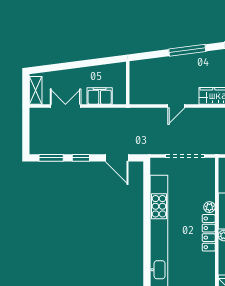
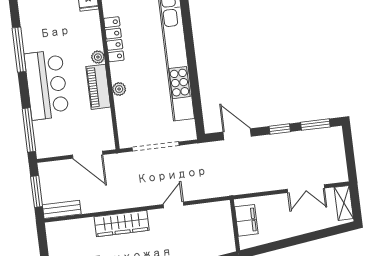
filing cabinet: (100, 96) -> (246, 220), moved, turned -90
locker: (209, 233) -> (114, 39), moved

